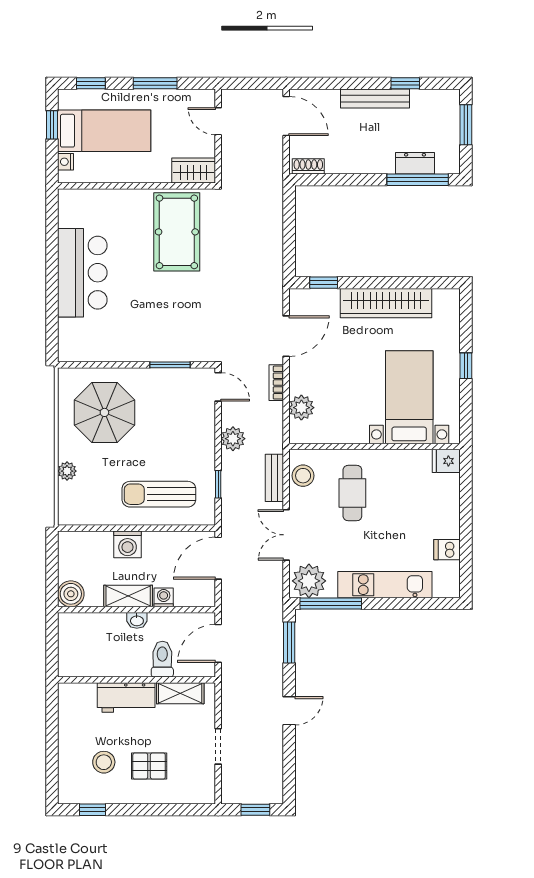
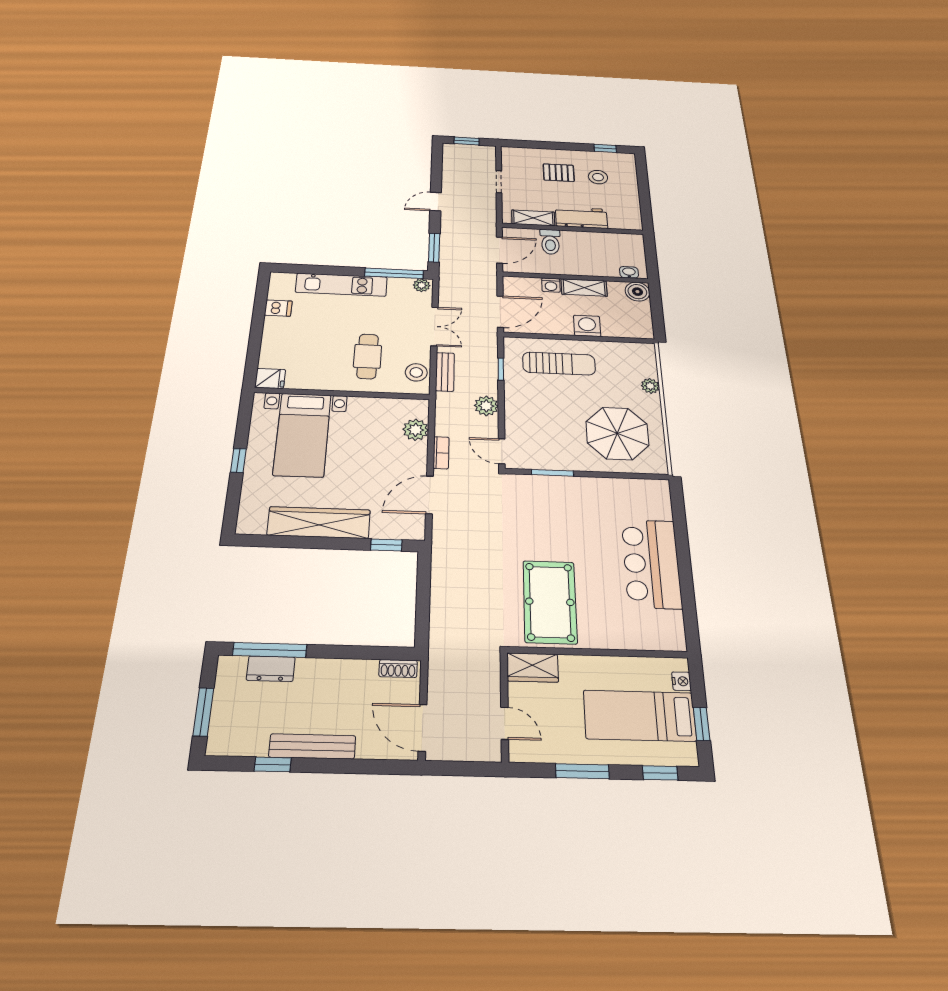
plant: (309, 581) -> (422, 285), width x0.53, depth x0.53
washbasin: (137, 620) -> (629, 272), moved

